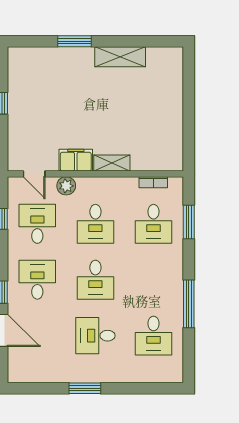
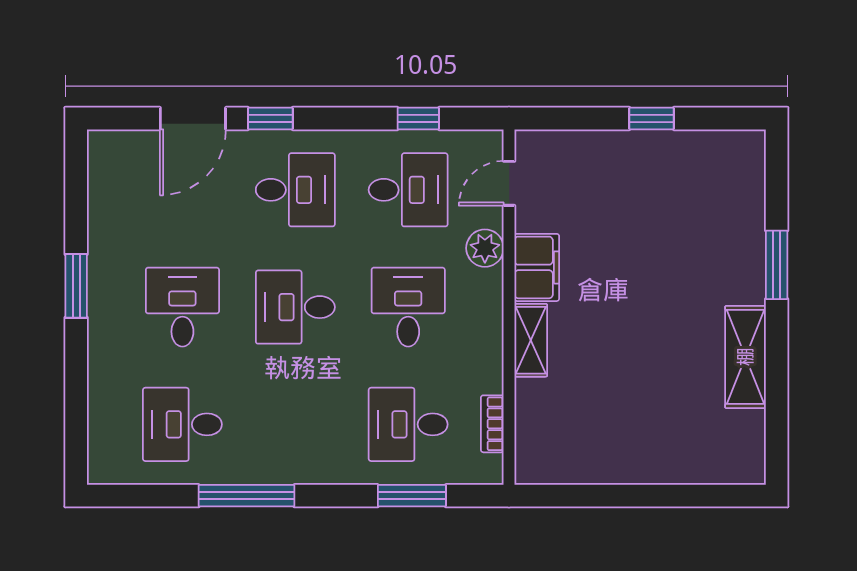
desk: (95, 224) -> (408, 307), turned 90

